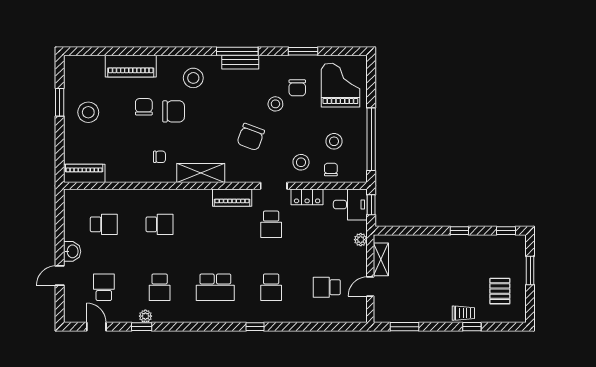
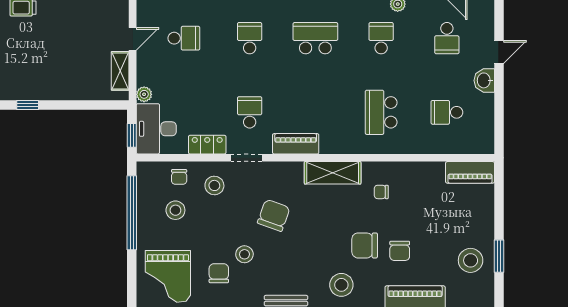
stool: (88, 112) -> (471, 260), moved
desk: (350, 205) -> (156, 129), width x1.37
school desk: (160, 224) -> (381, 112), width x1.85

